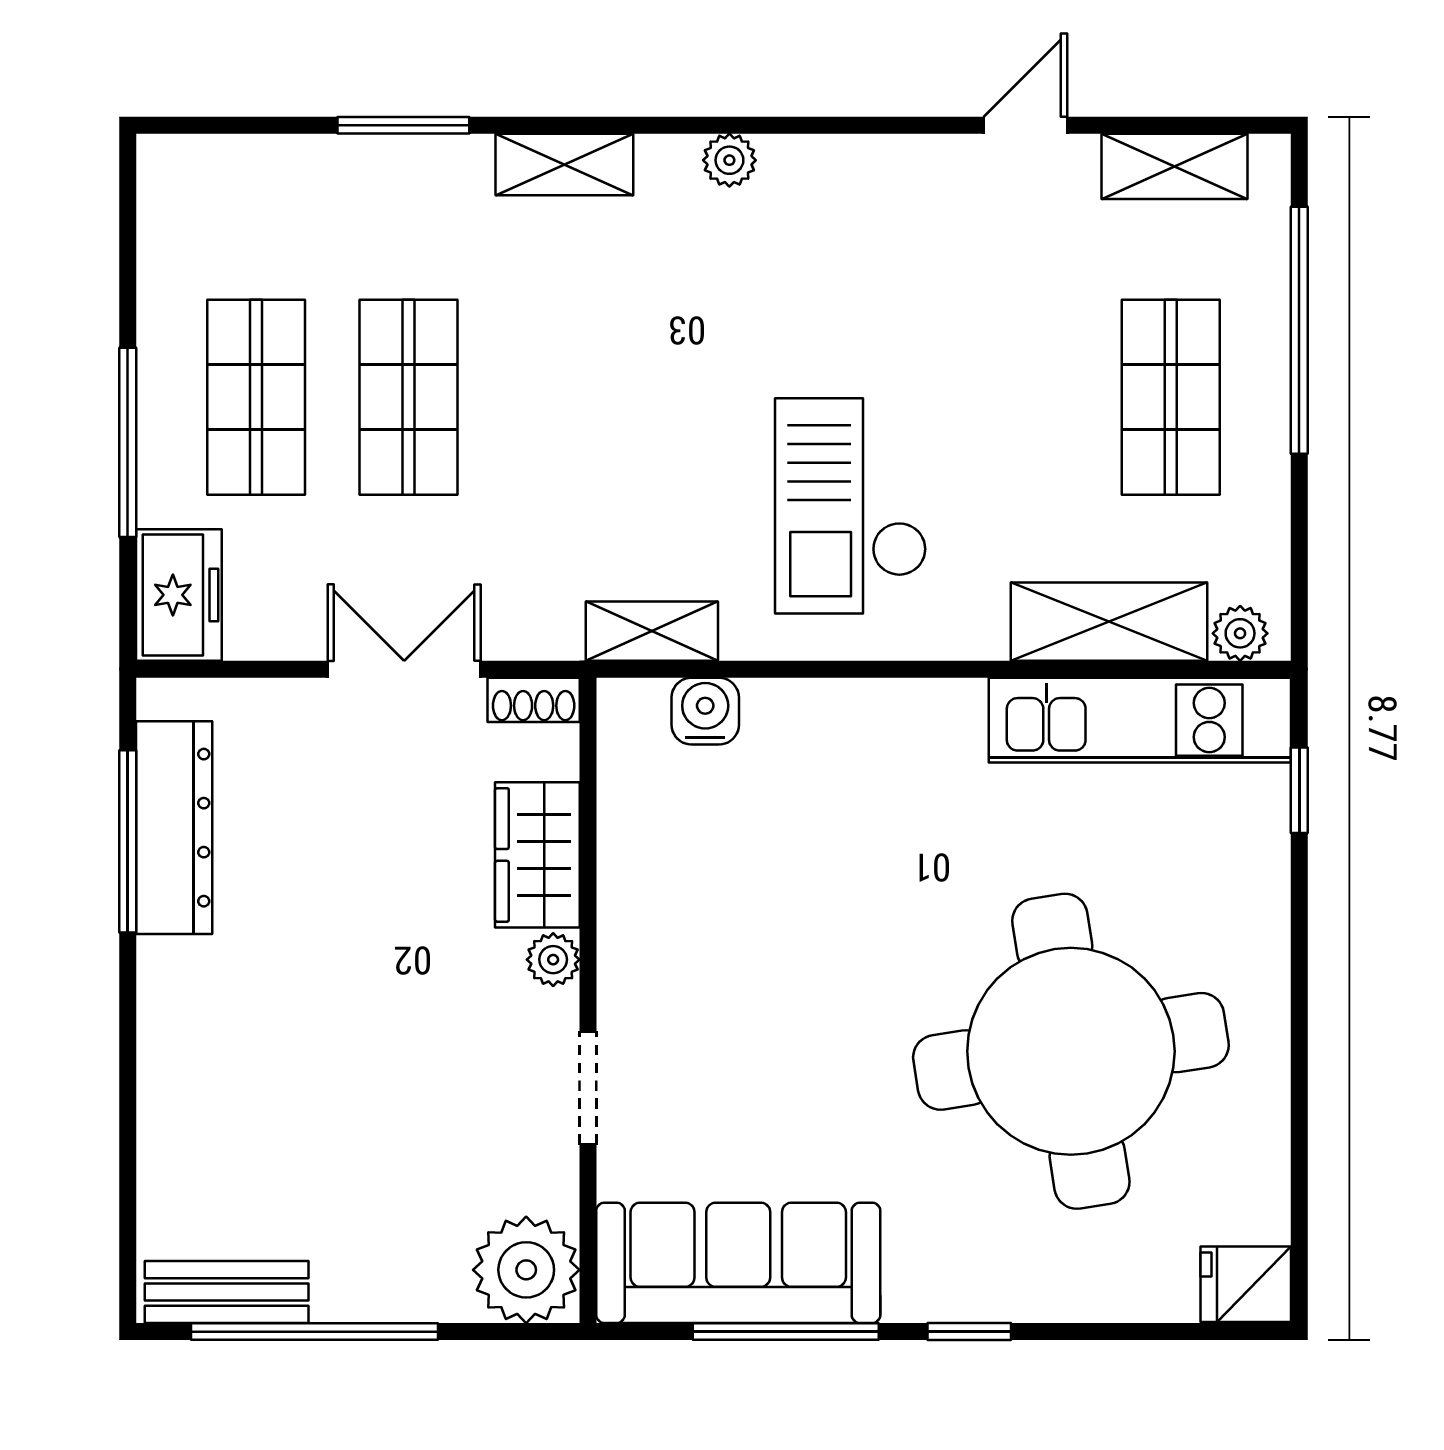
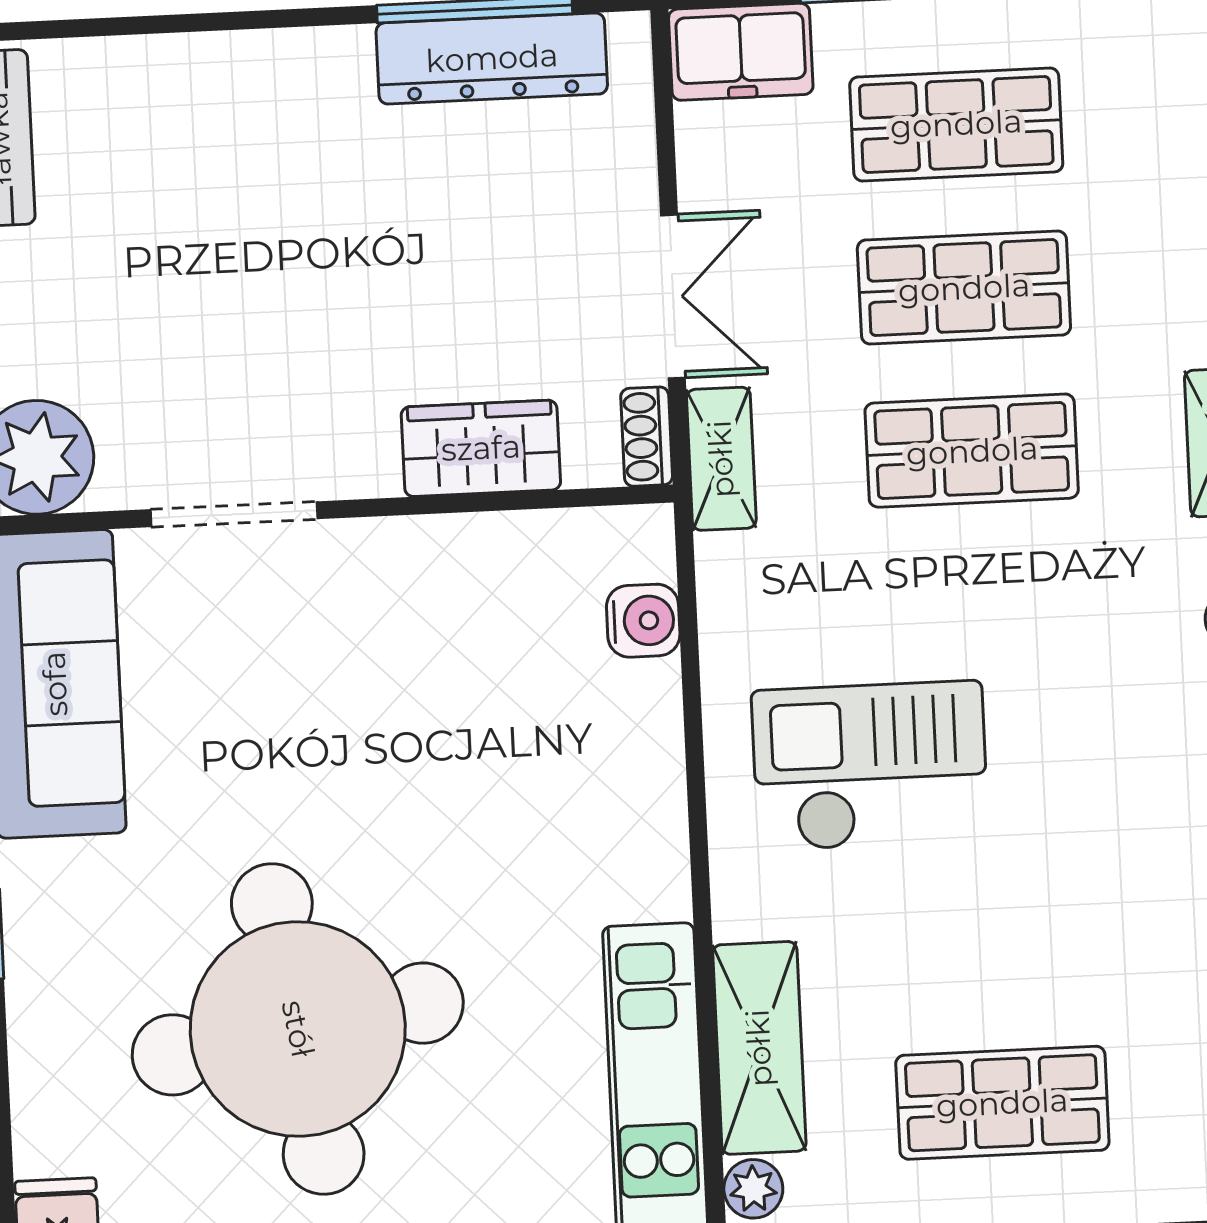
shop shelf: (561, 397) -> (972, 451), added
shelving: (652, 631) -> (721, 459), moved
plant: (553, 960) -> (370, 471), removed
doorway: (588, 1088) -> (234, 514), width x1.38

